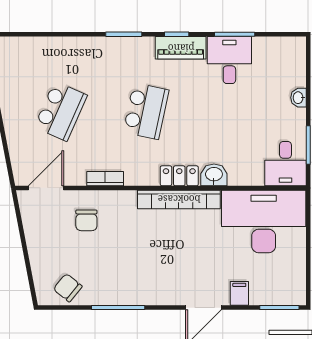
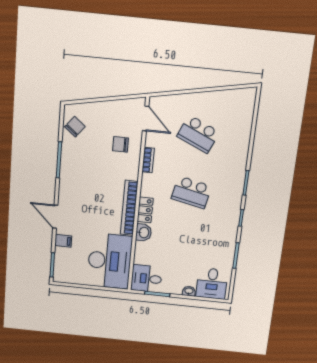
piano: (181, 48) -> (232, 220), removed
desk: (229, 60) -> (212, 283), moved, turned 90

